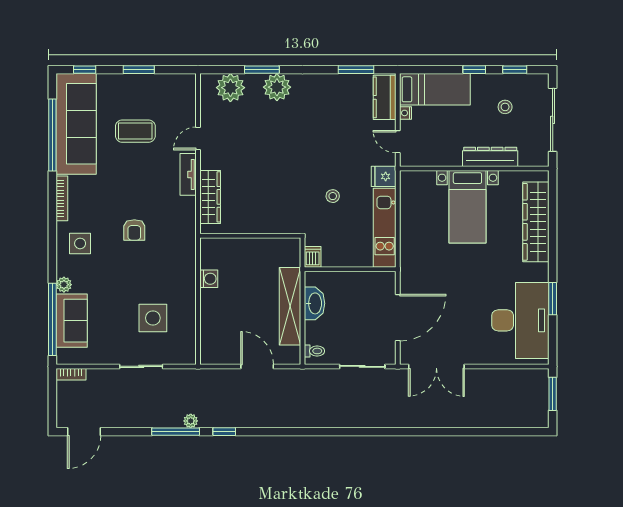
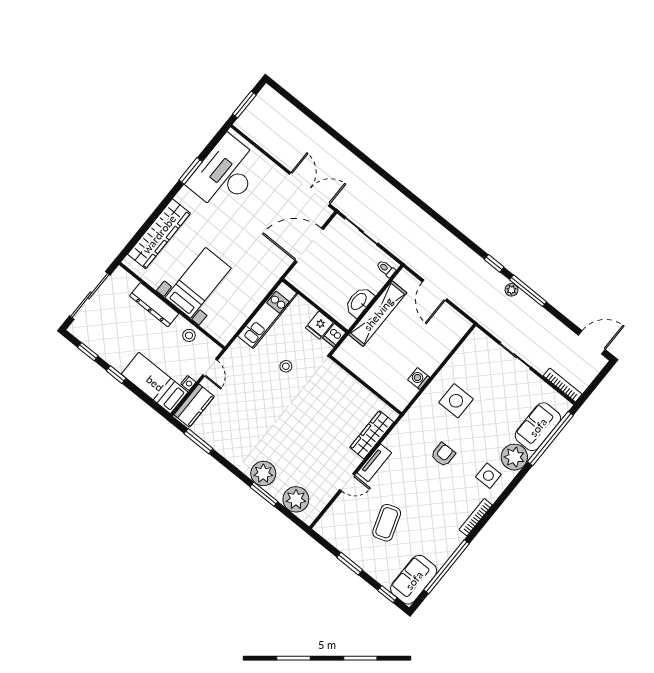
stool: (505, 107) -> (189, 335), moved
sofa: (76, 124) -> (414, 580), width x0.54, depth x0.79
coffee table: (135, 131) -> (387, 523), turned 71
fridge: (384, 176) -> (319, 325), moved, turned 90
plant: (64, 285) -> (514, 457), width x1.88, depth x1.88
side table: (153, 318) -> (456, 401), moved
bookcase: (71, 374) -> (563, 385), width x1.56

